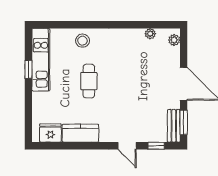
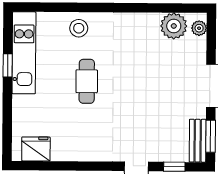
plant: (150, 34) -> (174, 26), width x1.88, depth x1.88
kitchen counter: (80, 133) -> (75, 149), removed

